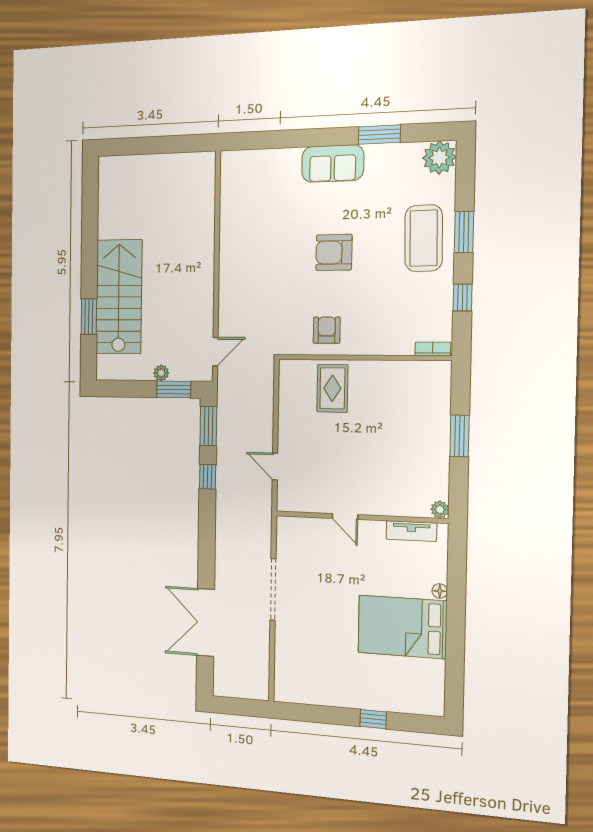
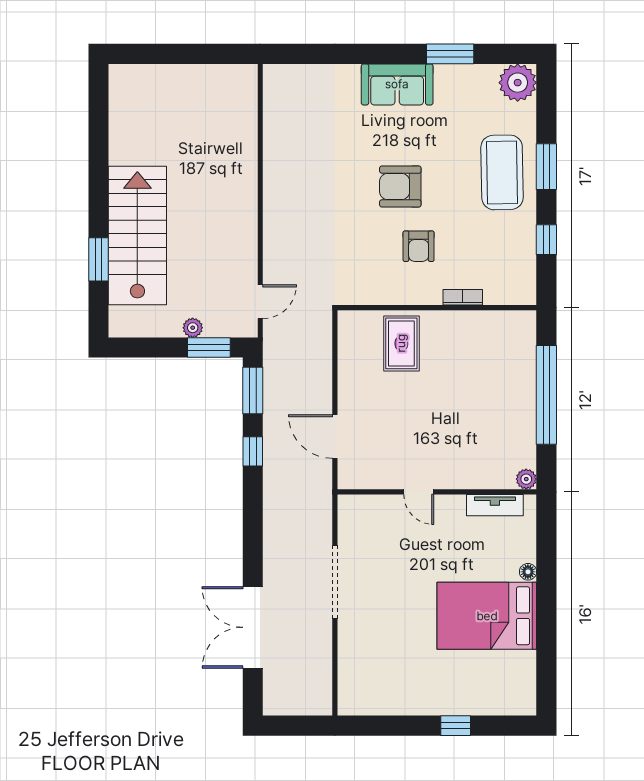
armchair: (327, 330) -> (419, 246), moved, turned 180
bookcase: (433, 349) -> (463, 297), moved
window: (460, 436) -> (546, 395), width x2.11
door: (275, 467) -> (335, 436), width x1.38

